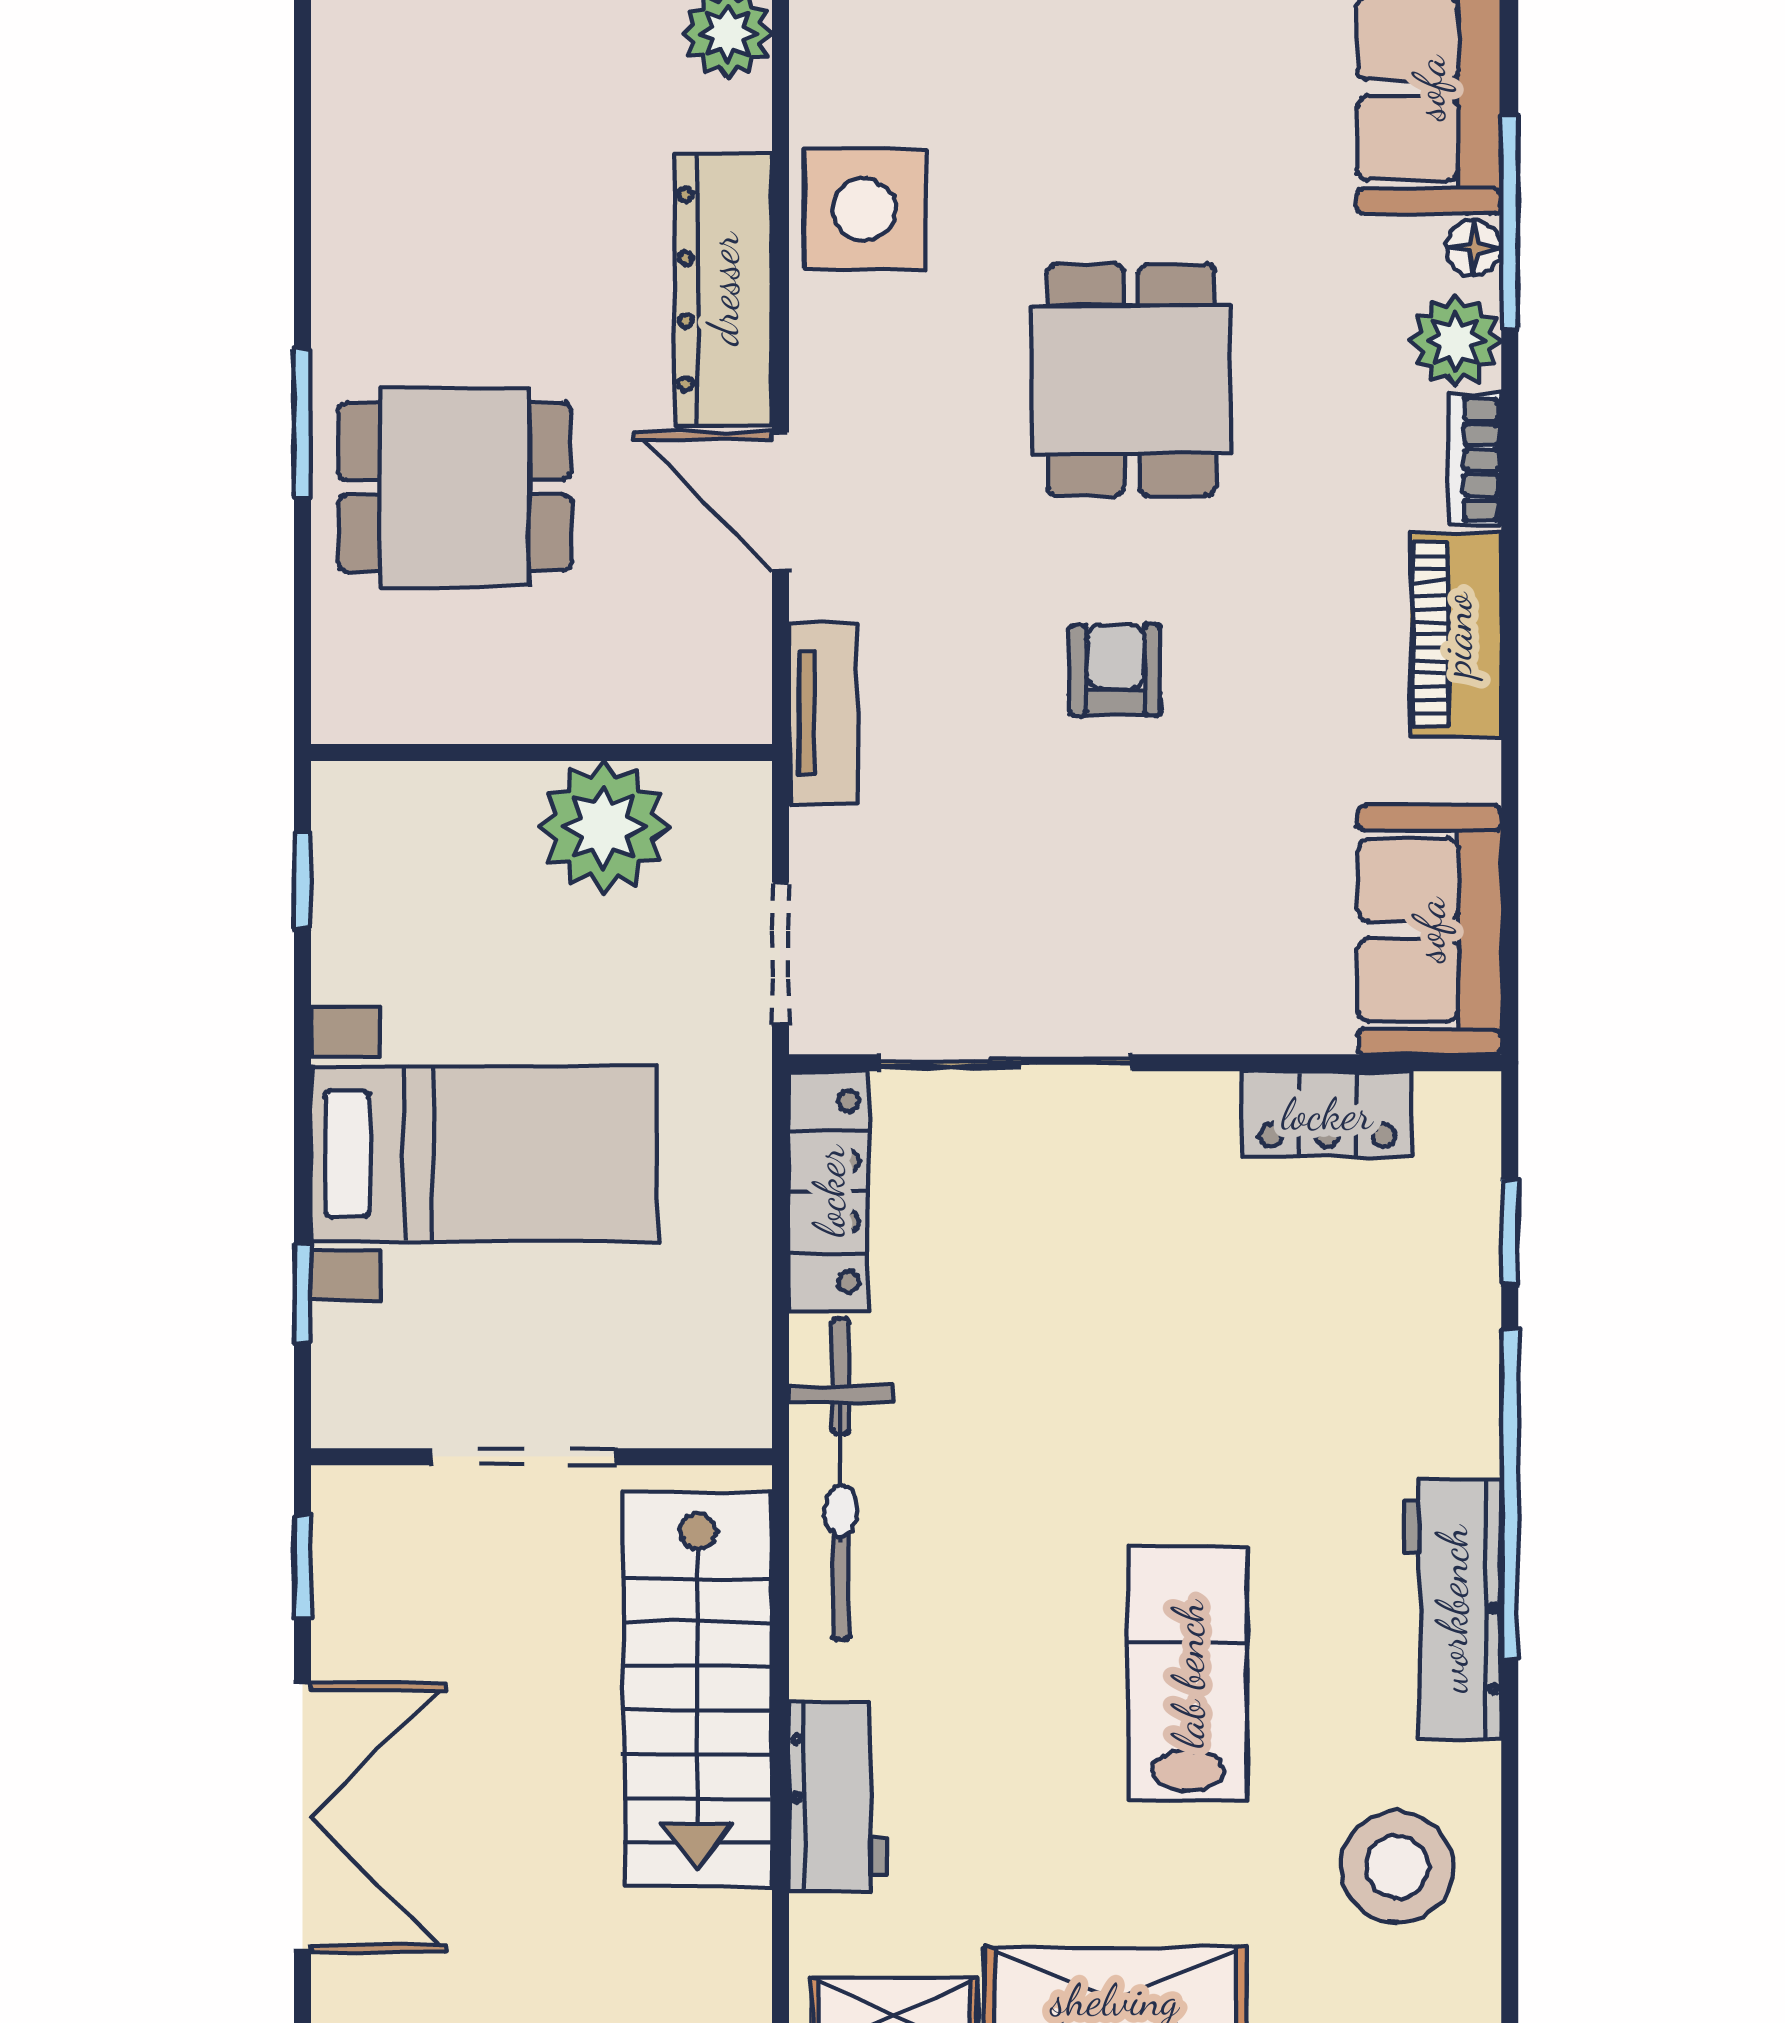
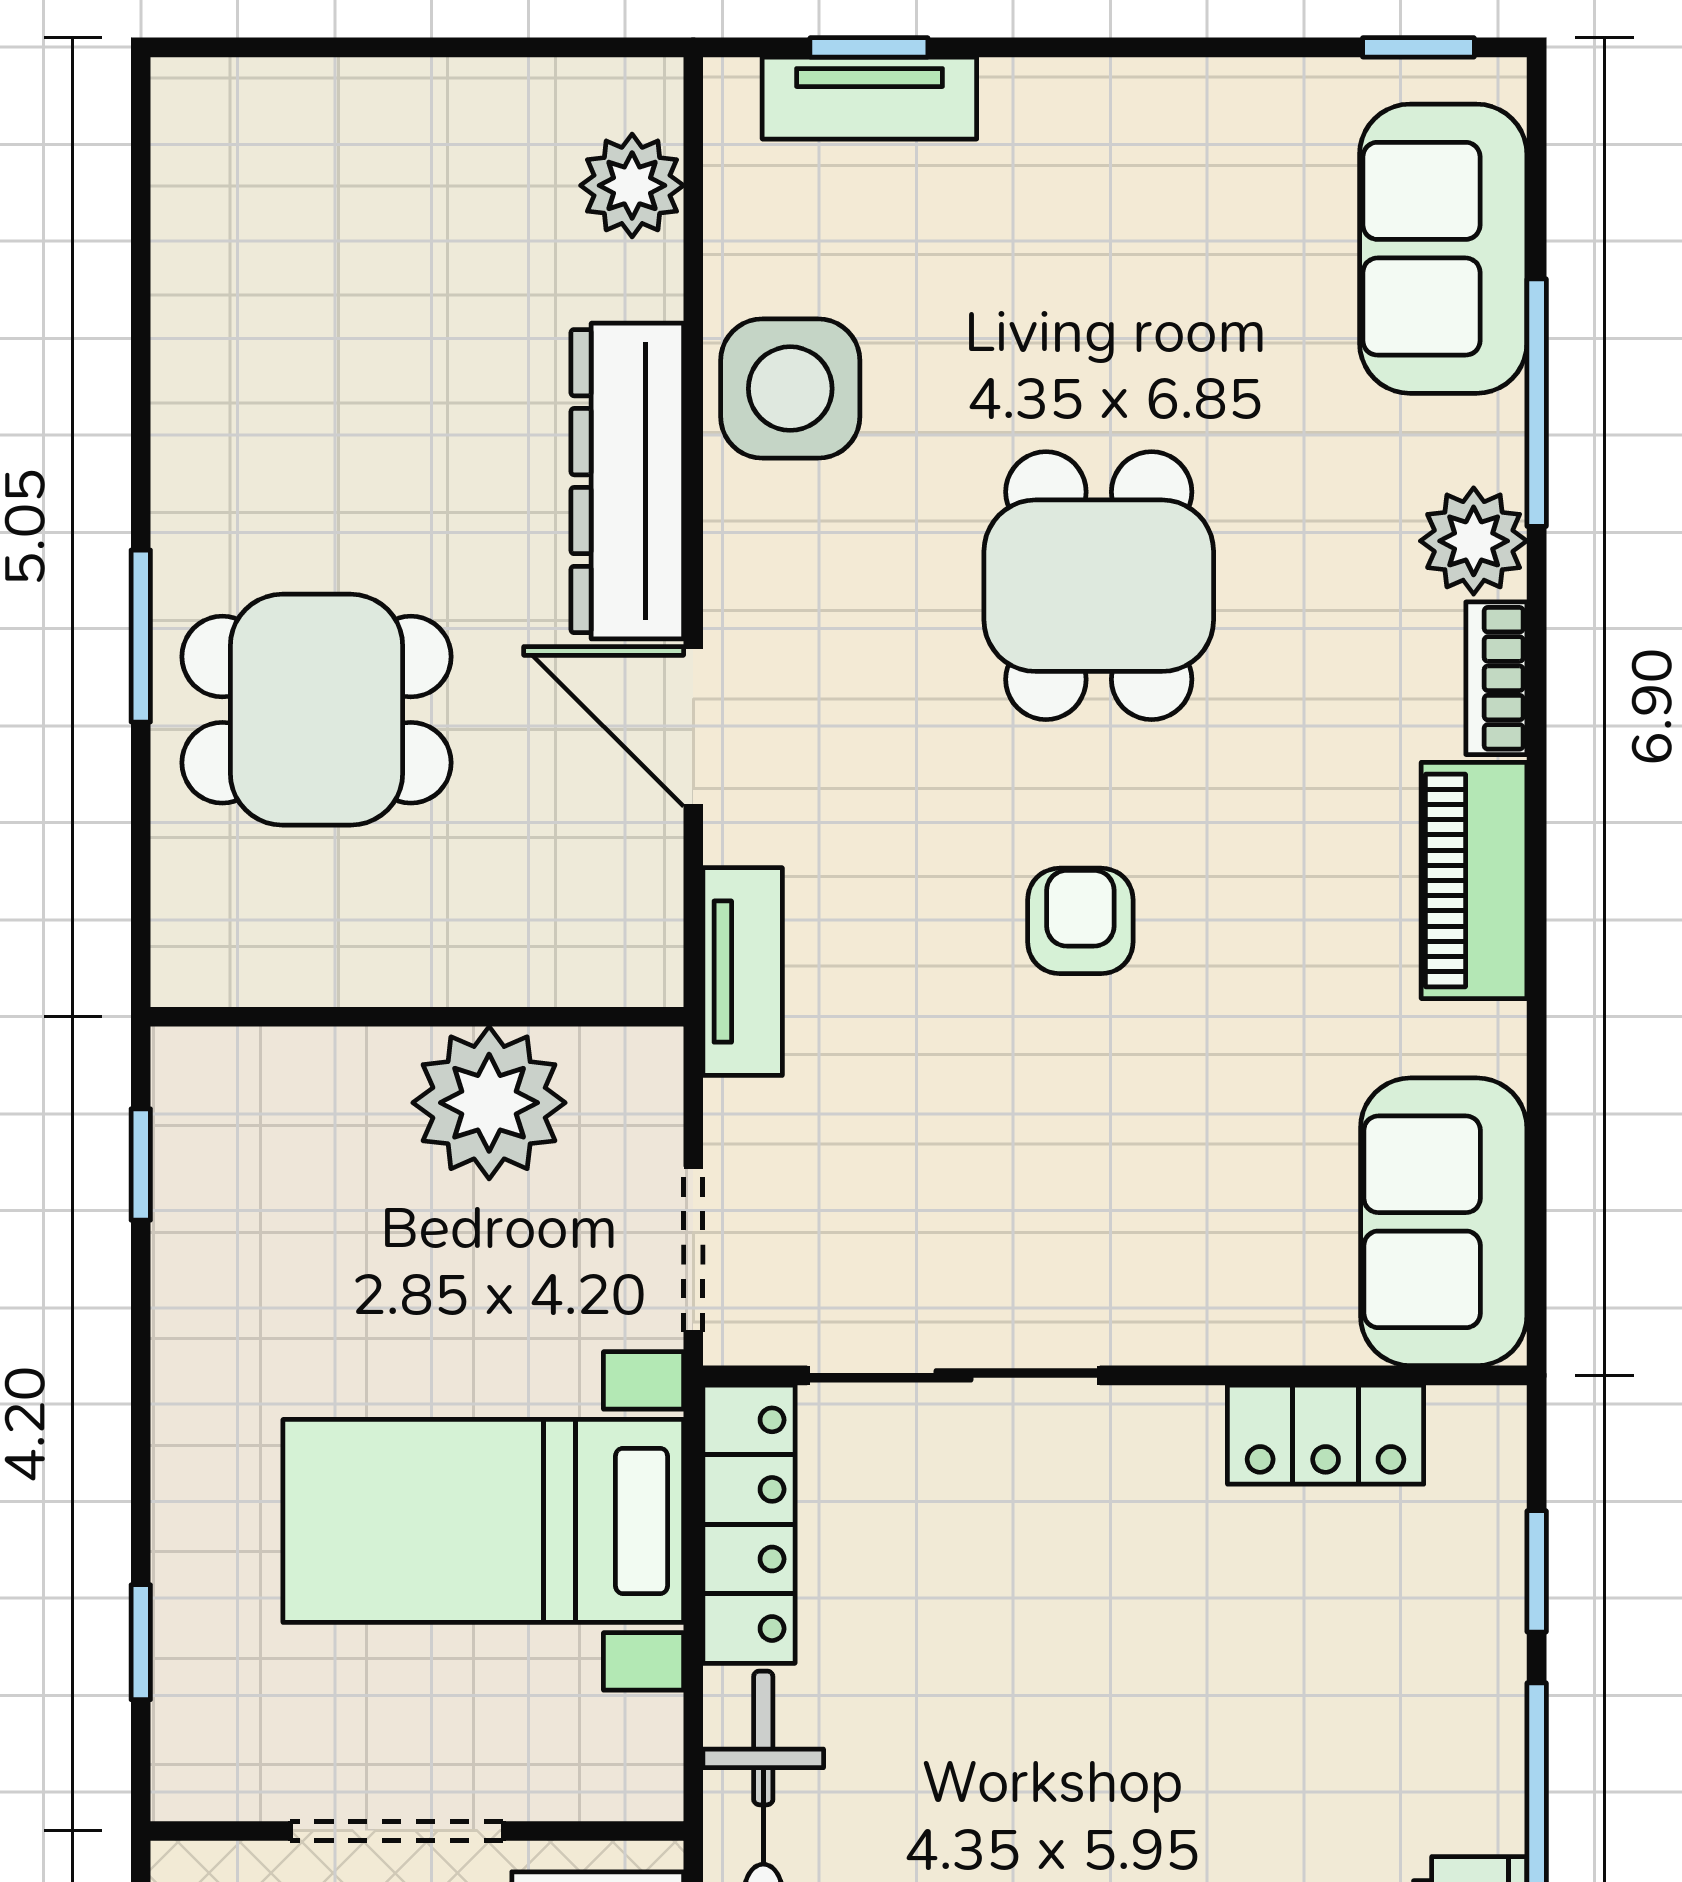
floor lamp: (1474, 248) -> (1495, 433), removed
bed with nightstands: (484, 1154) -> (483, 1521), moved, turned 180

